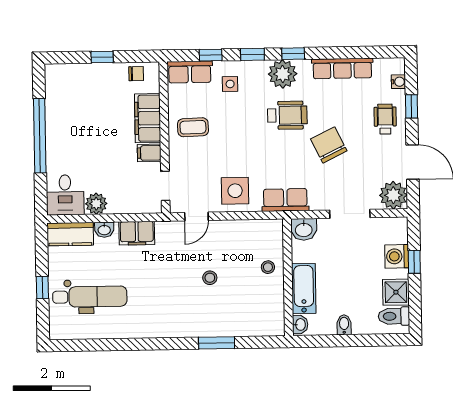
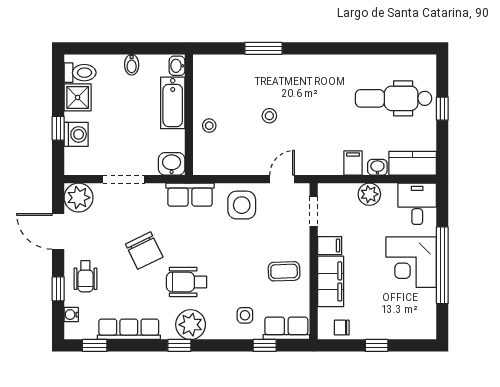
window: (252, 54) -> (95, 345), moved
corner desk: (70, 138) -> (411, 262), added
plant: (96, 204) -> (369, 194), moved
filing cabinet: (137, 233) -> (353, 163), width x0.50

